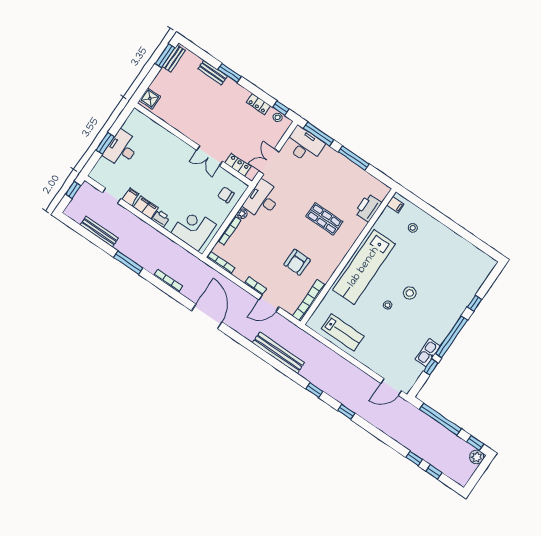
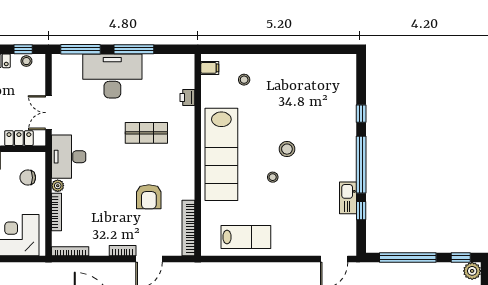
desk: (304, 145) -> (112, 76), moved, width x1.36, depth x1.30
printer: (368, 208) -> (187, 97), width x0.53, depth x0.68

